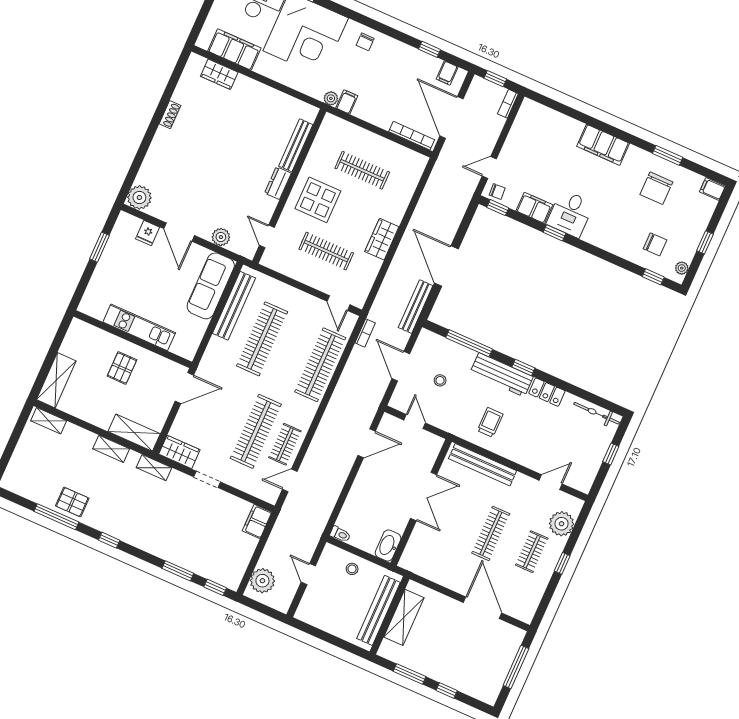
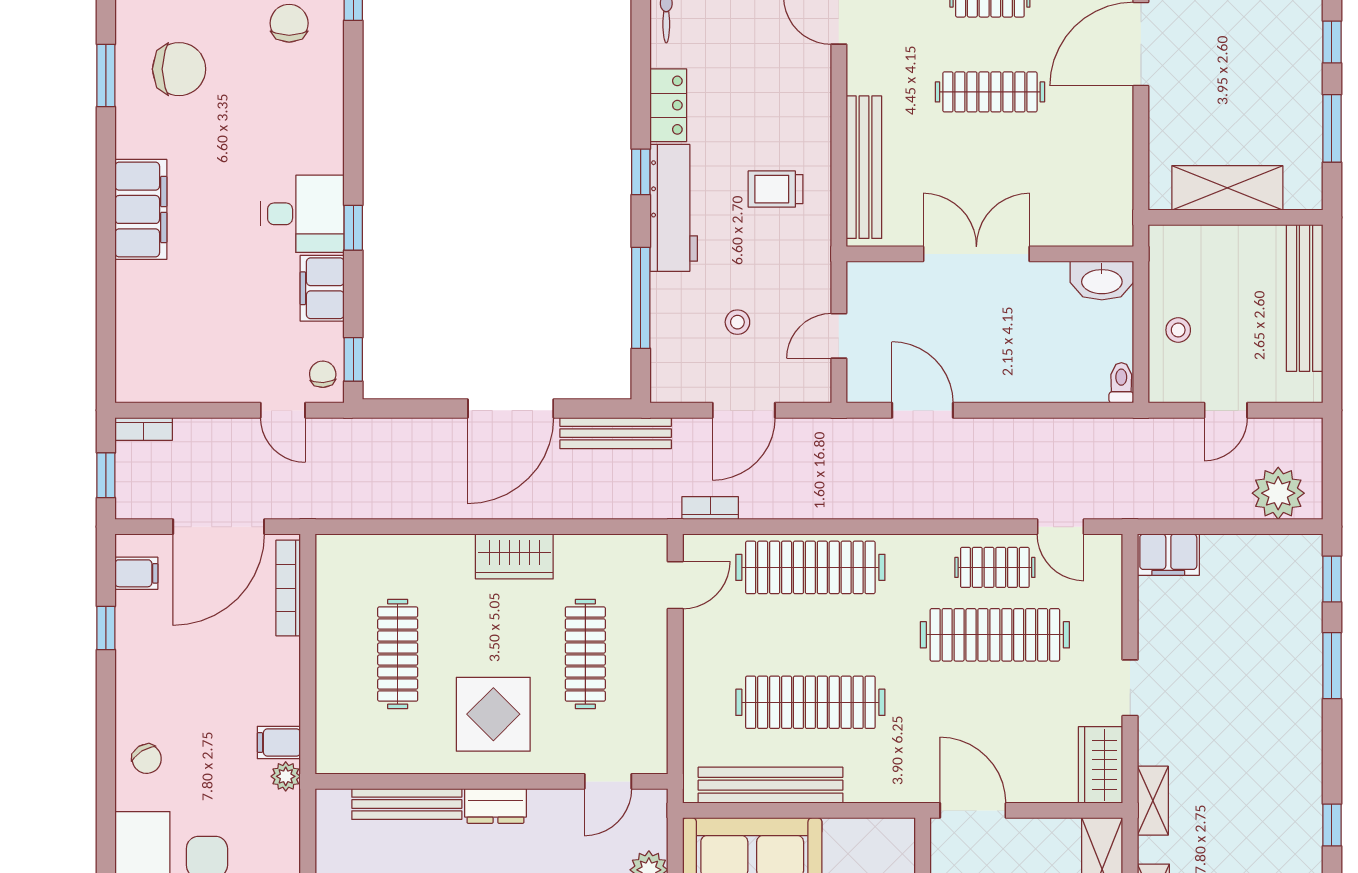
chair: (365, 42) -> (147, 759), turned 58
bench: (379, 610) -> (1305, 298), moved, turned 90

